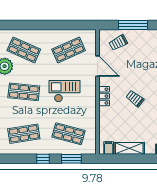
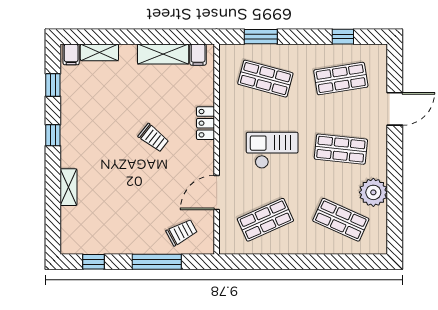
door: (98, 66) -> (217, 193), hinge flipped
checkout: (65, 91) -> (272, 150), turned 180
locker: (104, 96) -> (206, 123), moved
window: (43, 159) -> (343, 37), moved

